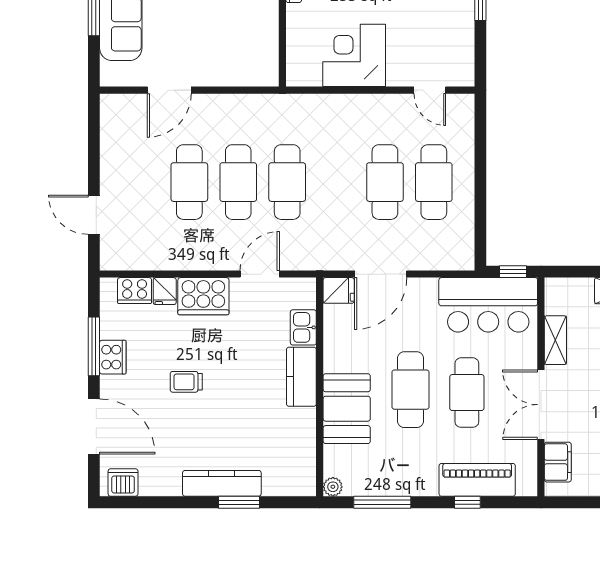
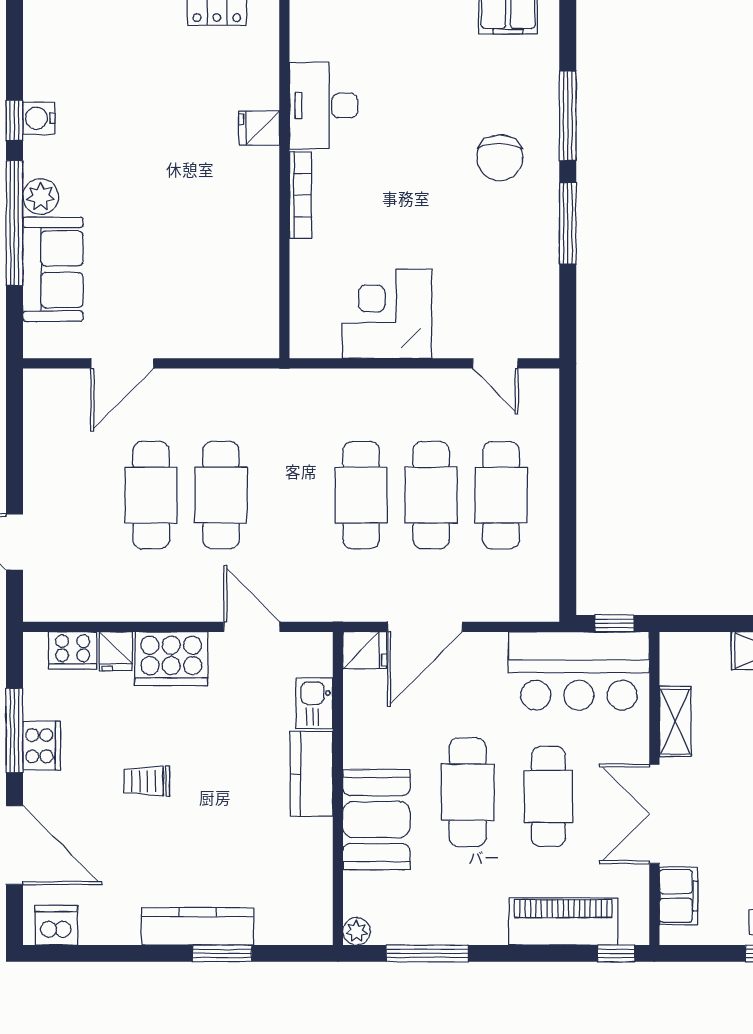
cafe table: (287, 182) -> (361, 495), moved
door: (260, 274) -> (252, 627), hinge flipped
window: (467, 502) -> (616, 953), moved

